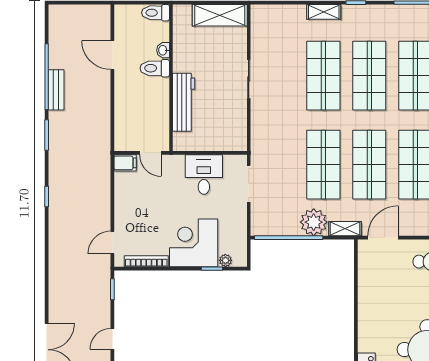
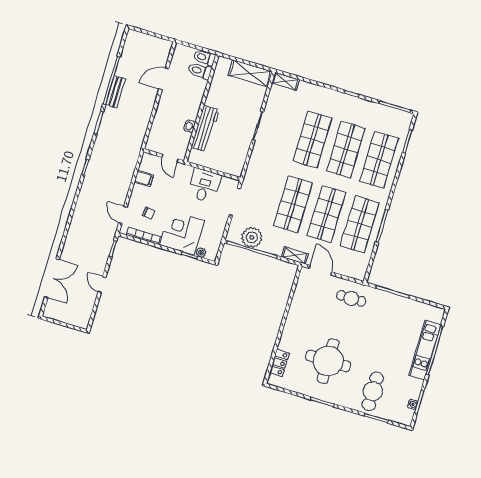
shelving: (324, 12) -> (286, 81), moved
washbasin: (163, 50) -> (190, 126), moved
door: (112, 55) -> (164, 79), hinge flipped
toilet: (155, 68) -> (200, 71), moved
filing cabinet: (125, 163) -> (144, 179), moved
plant: (314, 222) -> (252, 237), moved
chair: (144, 231) -> (148, 213), added
door: (383, 238) -> (320, 270), hinge flipped
door: (112, 243) -> (123, 215), hinge flipped
door: (112, 339) -> (102, 285), hinge flipped

